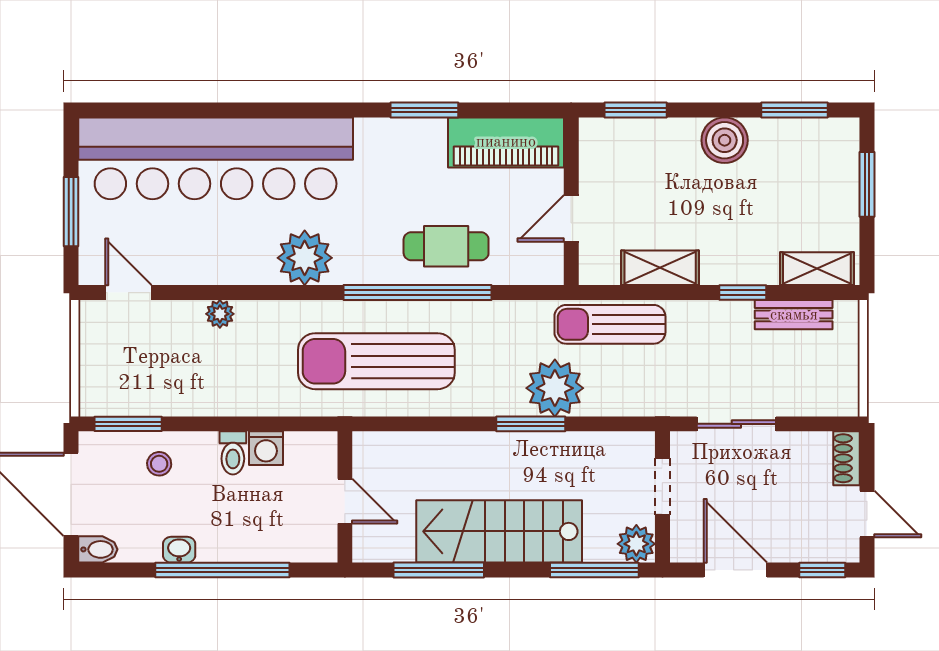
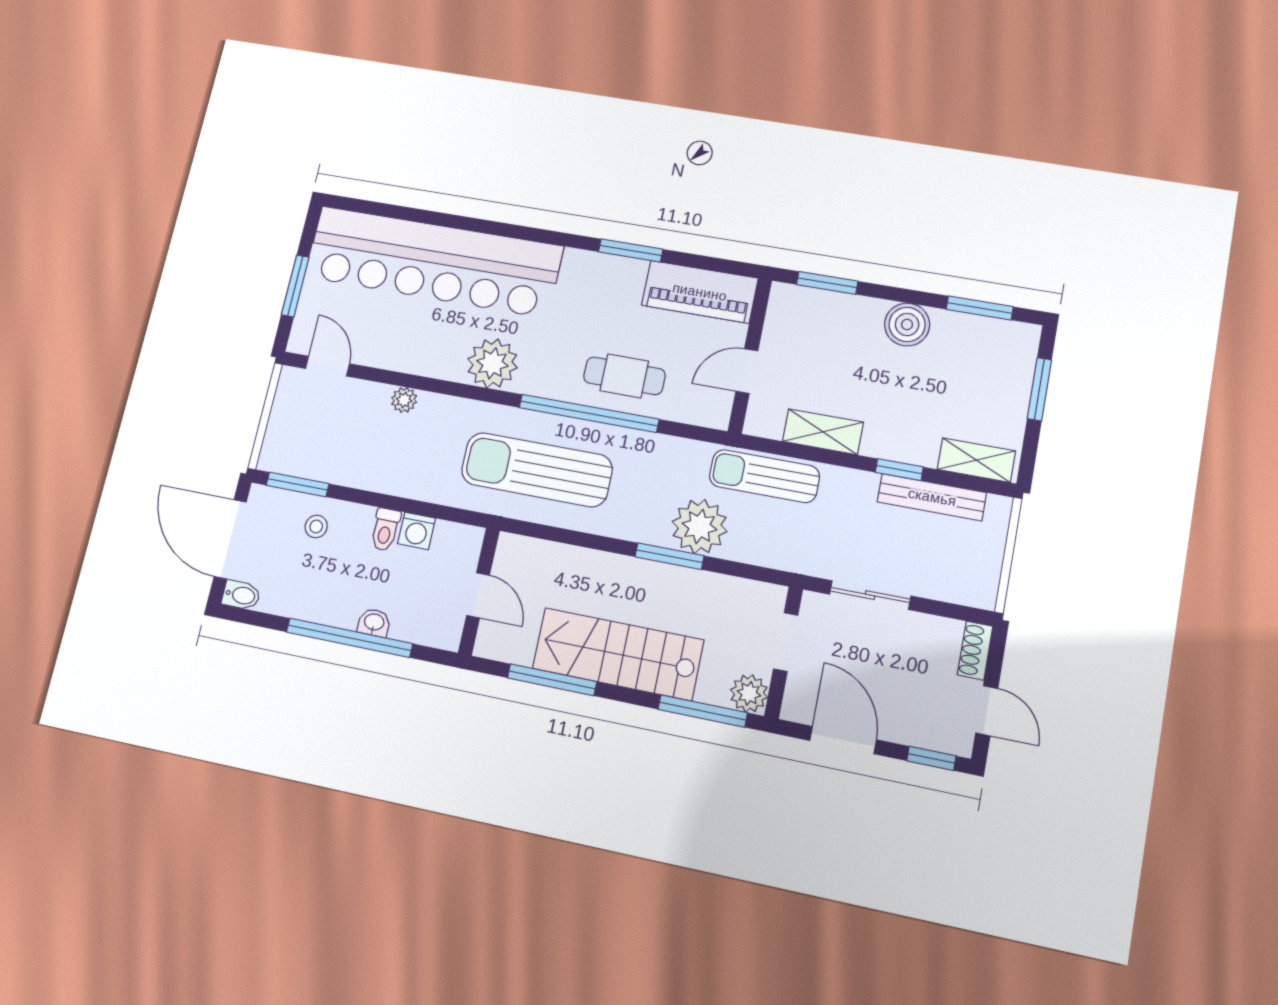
bench: (794, 315) -> (932, 497), width x1.36
washbasin: (179, 550) -> (374, 623), moved

